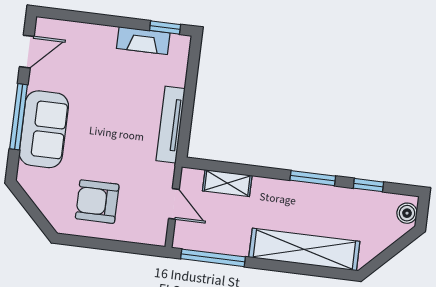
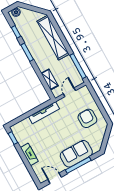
fireplace: (143, 41) -> (29, 154), moved
armchair: (97, 202) -> (87, 118), turned 180

